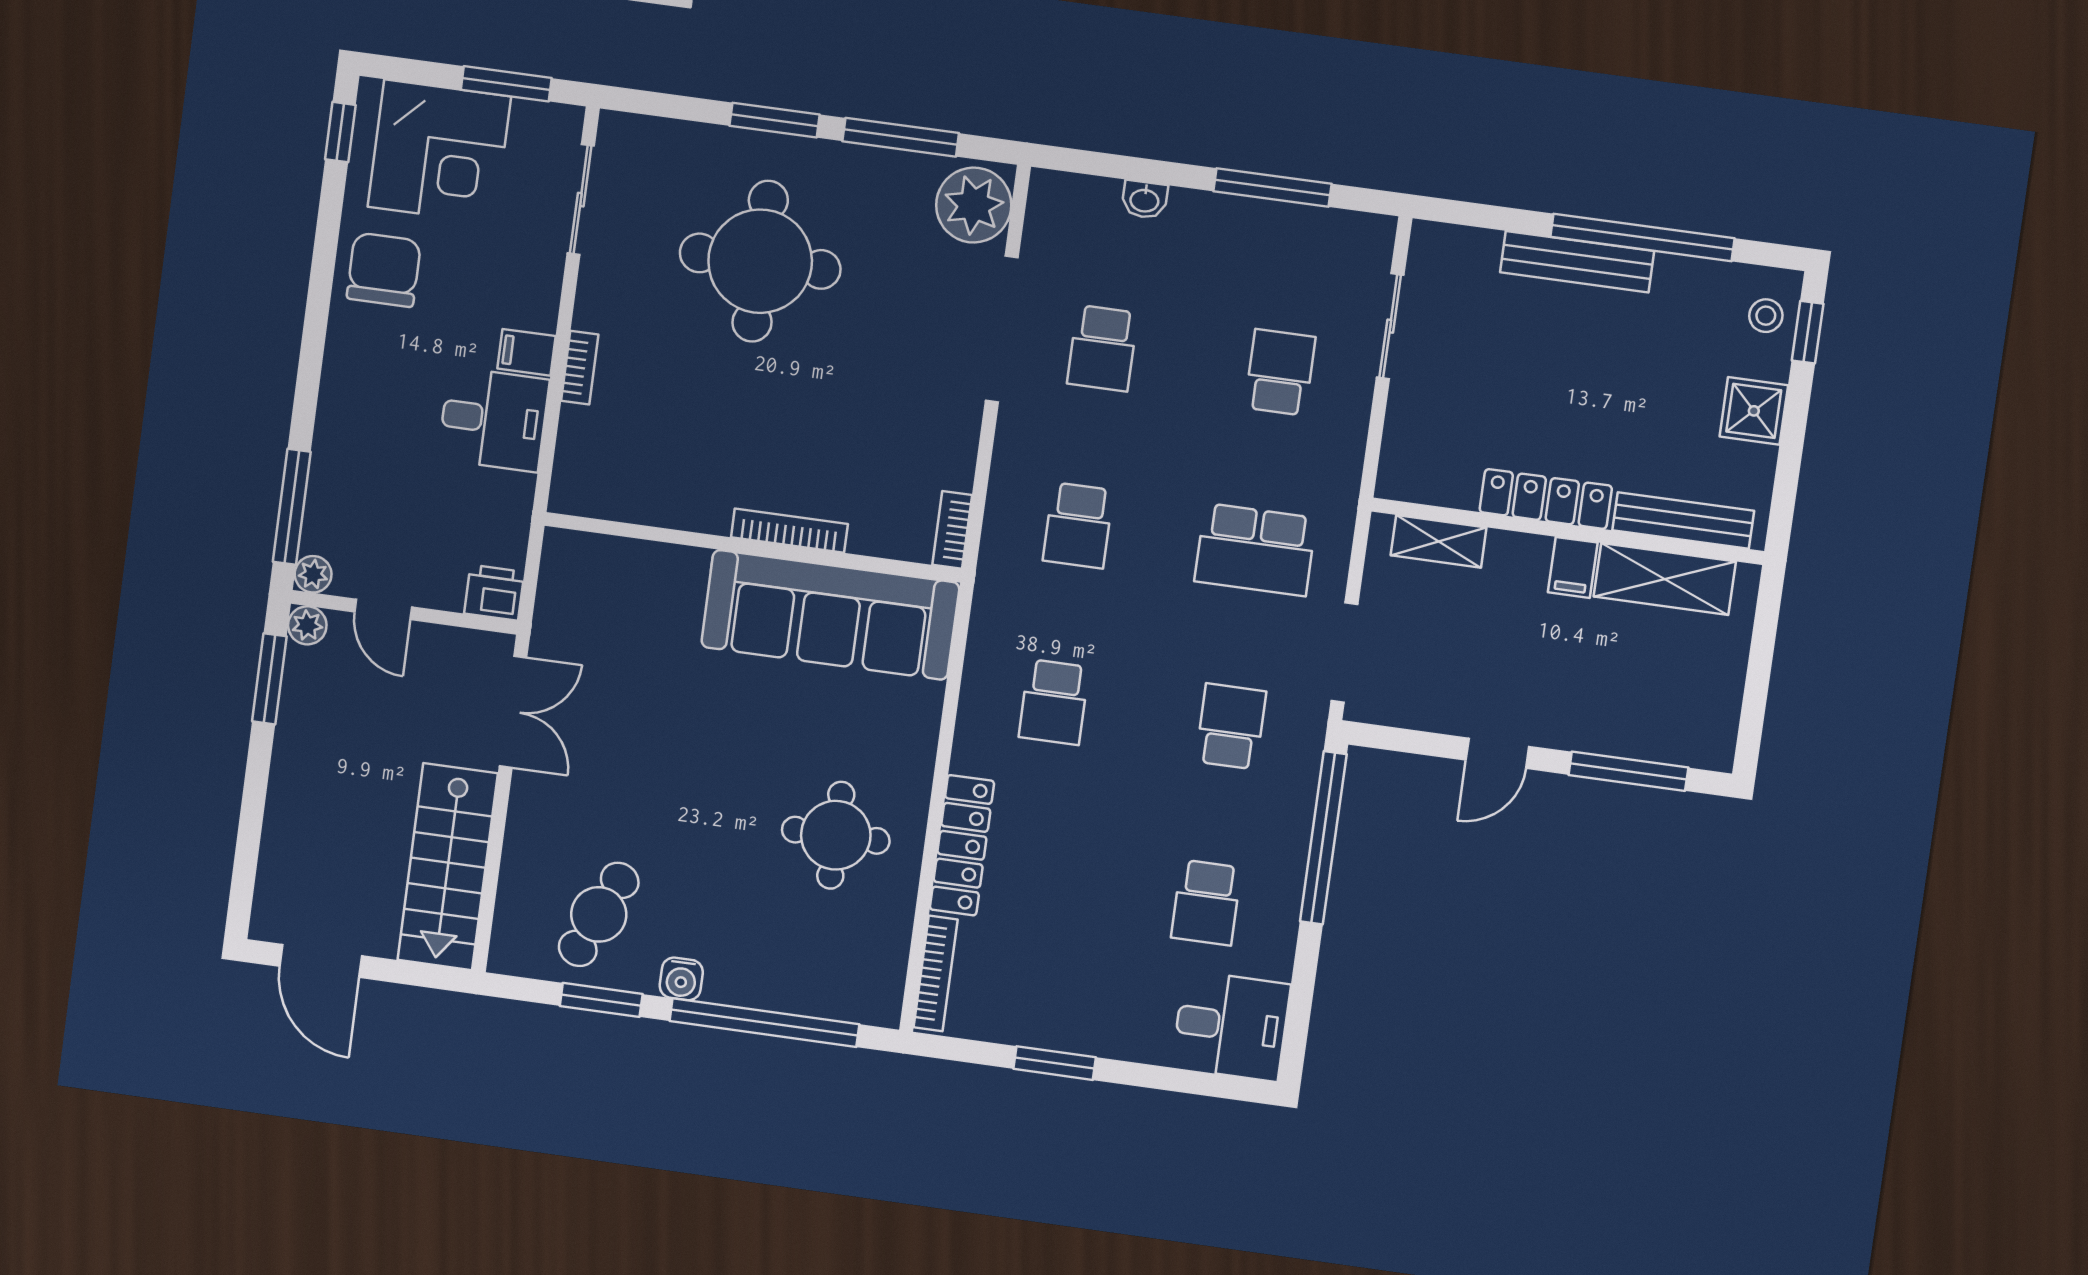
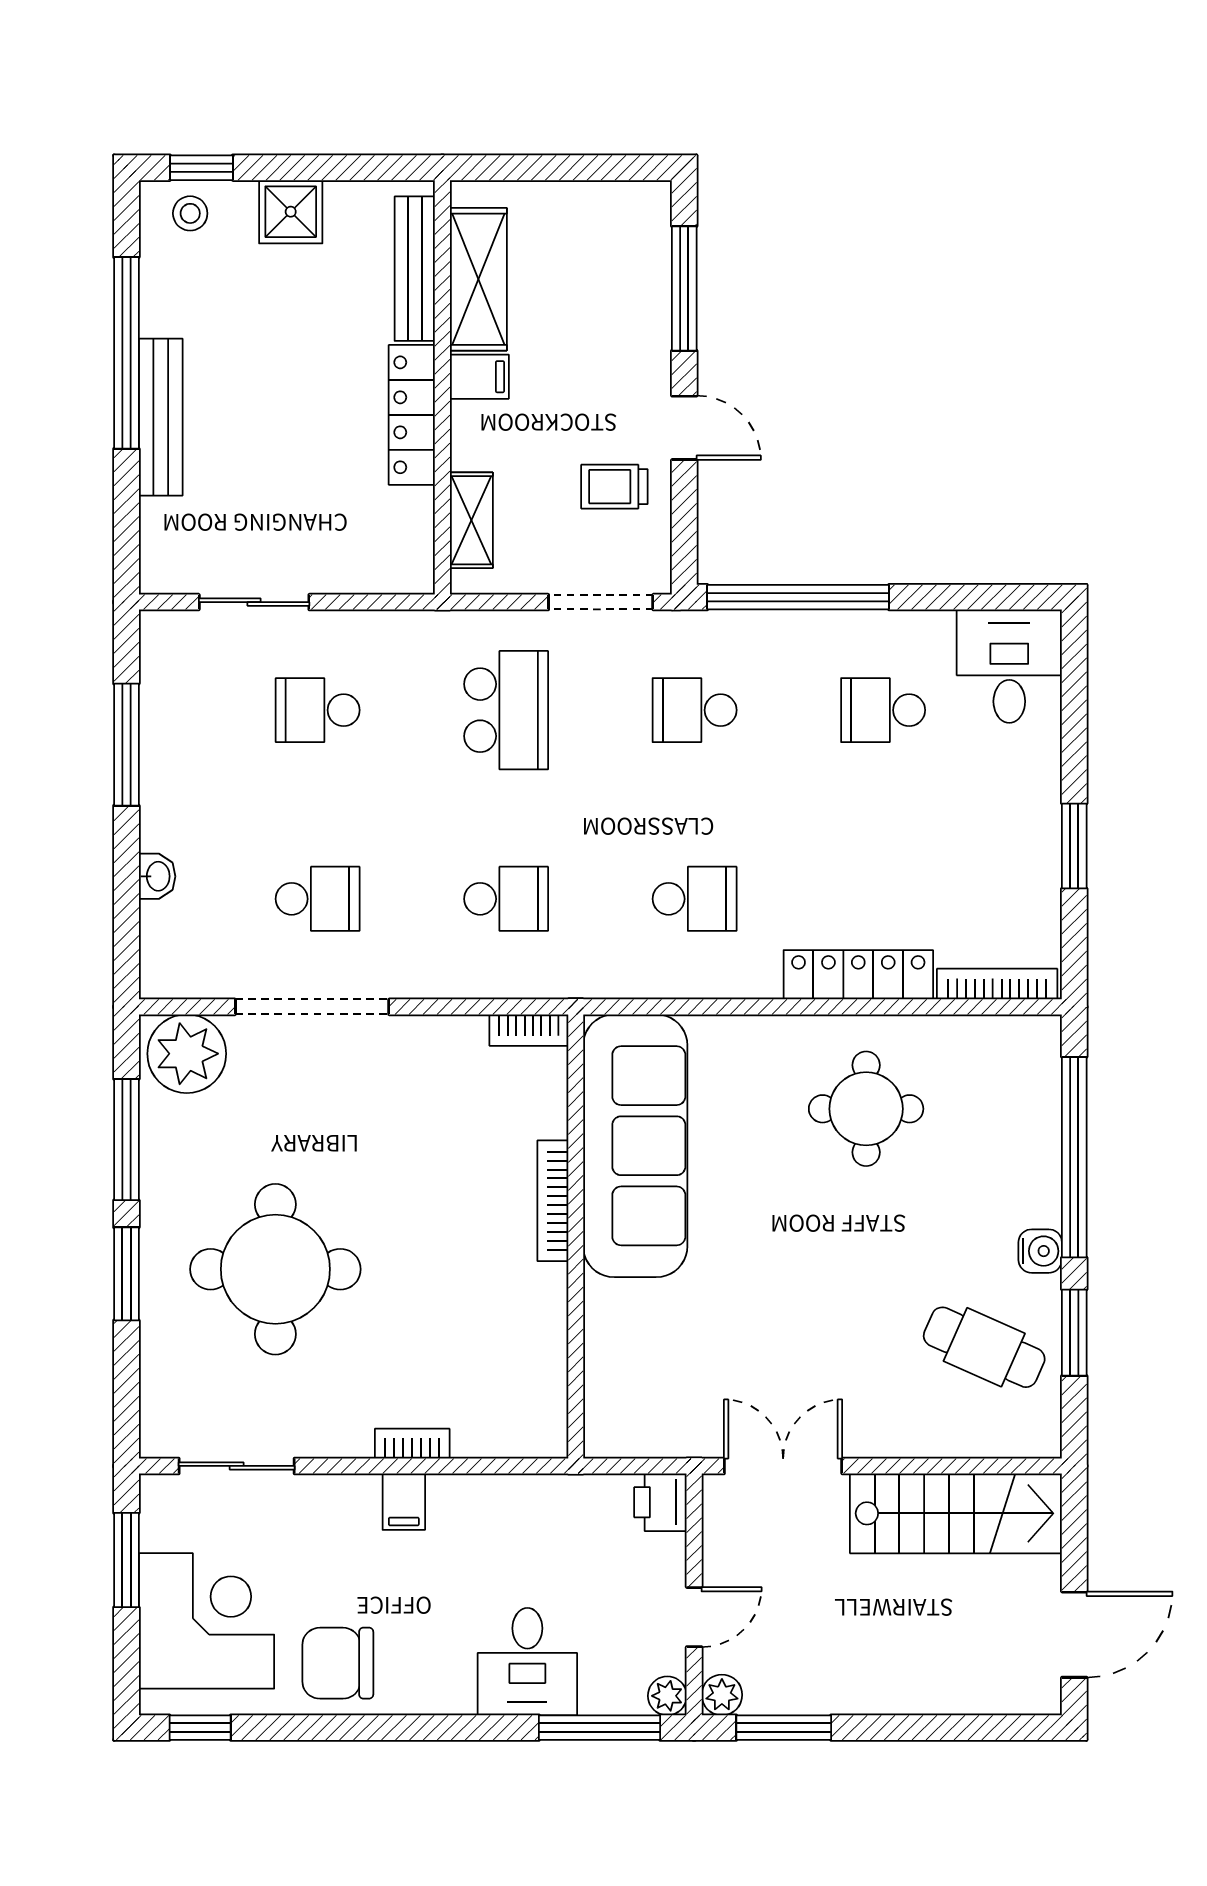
desk: (494, 419) -> (527, 1662), moved, turned 180
trolley: (1451, 680) -> (614, 487), added
school desk: (1206, 903) -> (883, 710), turned 180

